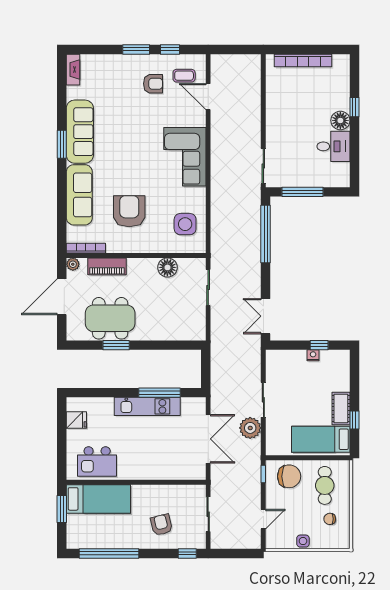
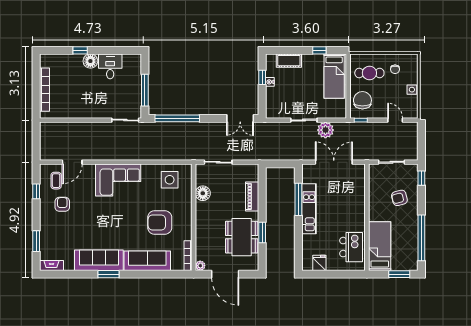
window: (136, 49) -> (36, 241), moved
piano: (107, 266) -> (252, 196), moved, turned 180
cot: (341, 409) -> (289, 61), moved
window: (62, 509) -> (399, 274), moved

